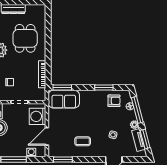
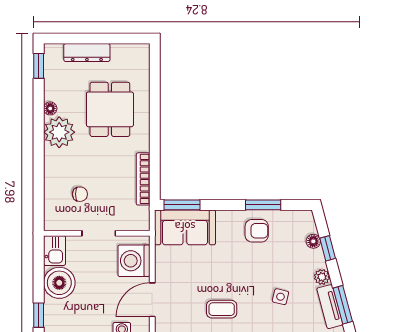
armchair: (114, 101) -> (257, 231), moved
window: (137, 110) -> (328, 248), width x0.46

